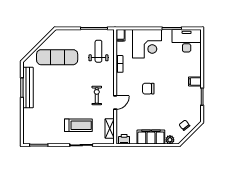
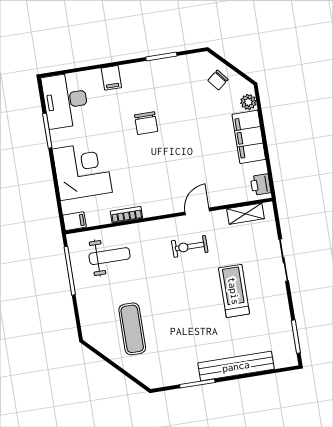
weight bench: (98, 51) -> (110, 256), turned 180
exercise mat: (57, 57) -> (132, 329), width x0.73, depth x0.69
filing cabinet: (195, 81) -> (111, 78), moved
bench: (28, 88) -> (236, 366), moved
chair: (148, 89) -> (146, 123), moved
door: (115, 103) -> (197, 211), hinge flipped
treadmill: (78, 125) -> (234, 291), moved

